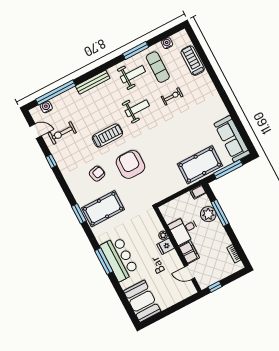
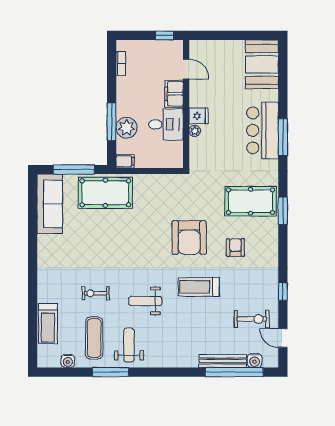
weight bench: (133, 74) -> (129, 345), turned 90
bench: (93, 82) -> (223, 361), moved
armchair: (97, 174) -> (235, 248), turned 104

